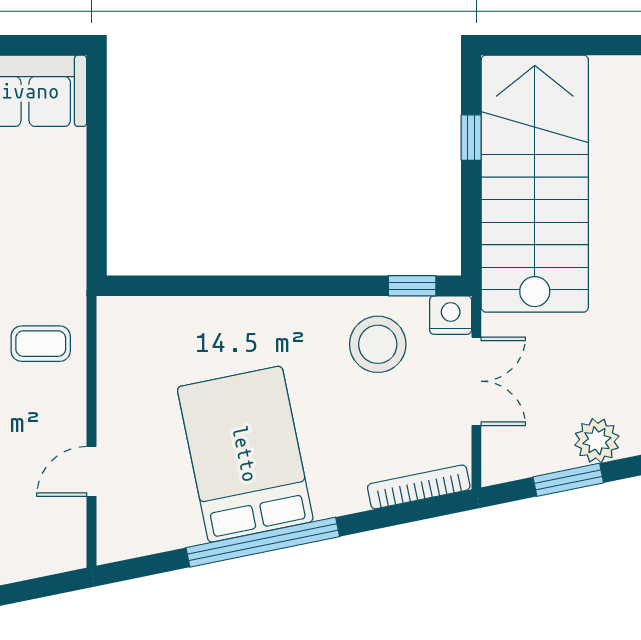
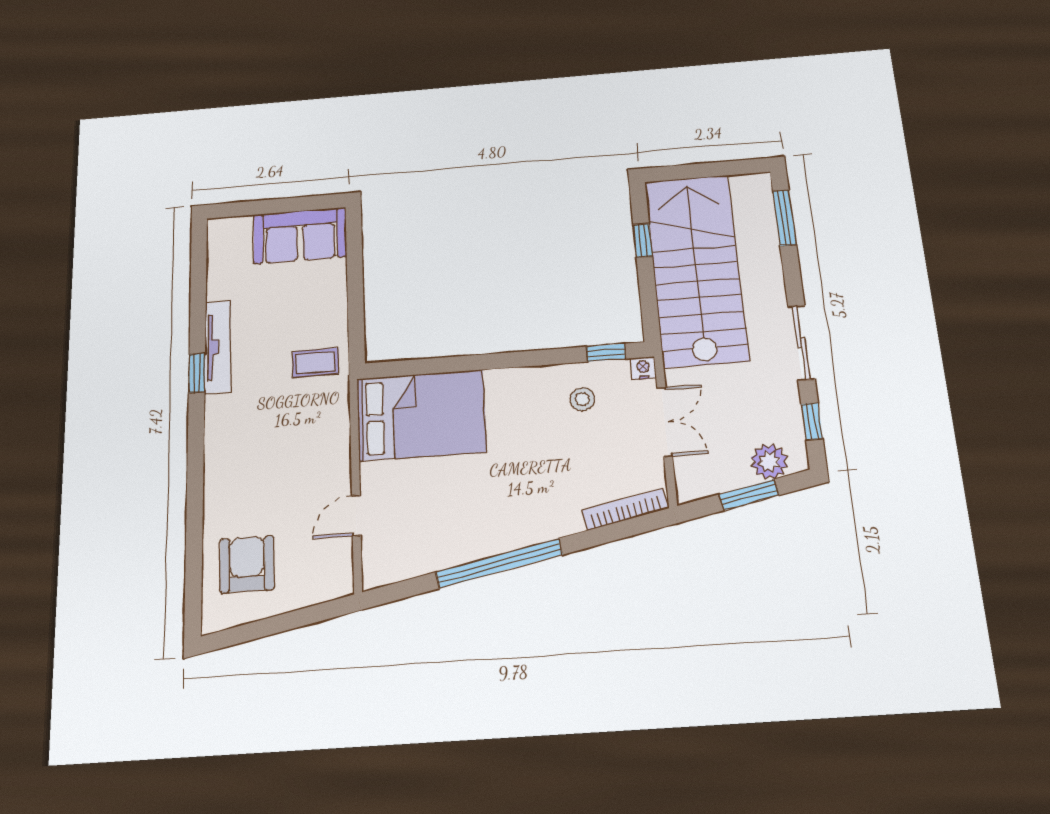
nightstand: (451, 315) -> (643, 368), width x0.72, depth x0.74
coffee table: (41, 344) -> (315, 363), moved
stool: (378, 344) -> (582, 399), width x0.53, depth x0.53
bed: (245, 454) -> (421, 415), moved, turned 102

